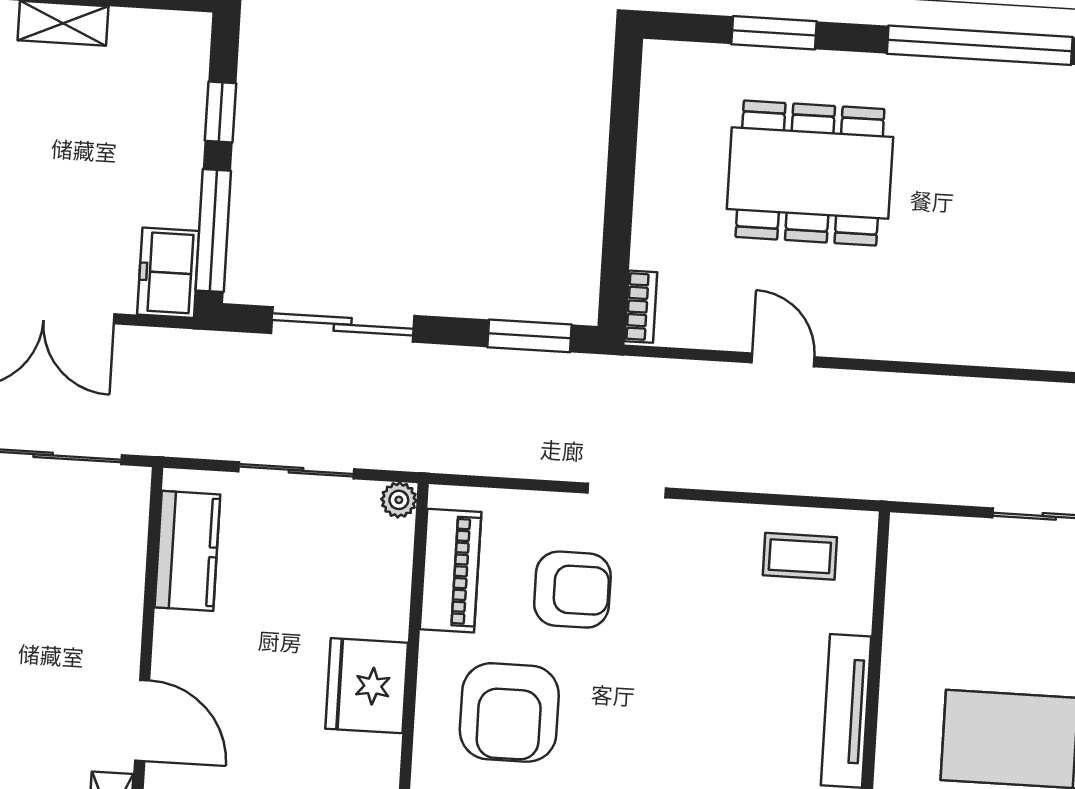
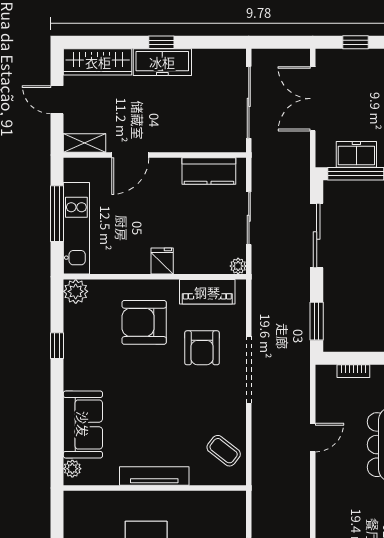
freezer: (168, 273) -> (356, 154), moved
bookcase: (641, 307) -> (353, 371), moved
doorway: (627, 490) -> (249, 370), width x1.87
coffee table: (800, 556) -> (224, 451), turned -52
fridge: (367, 686) -> (162, 261), width x0.53, depth x0.75

